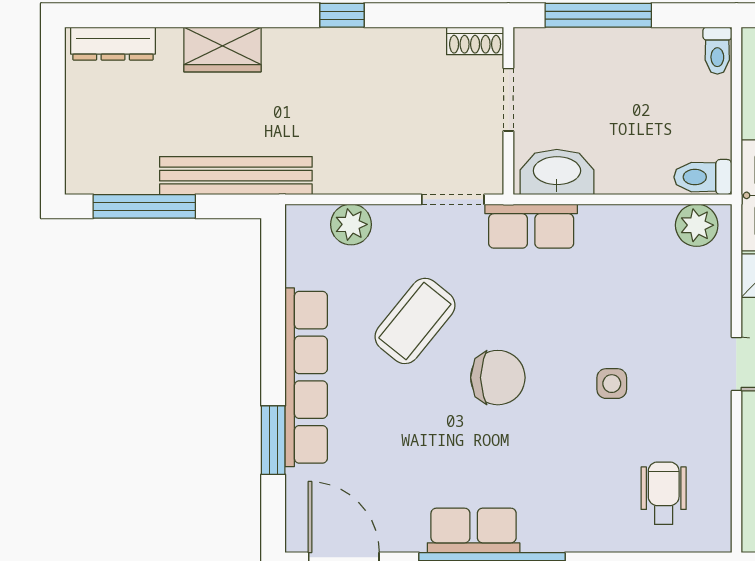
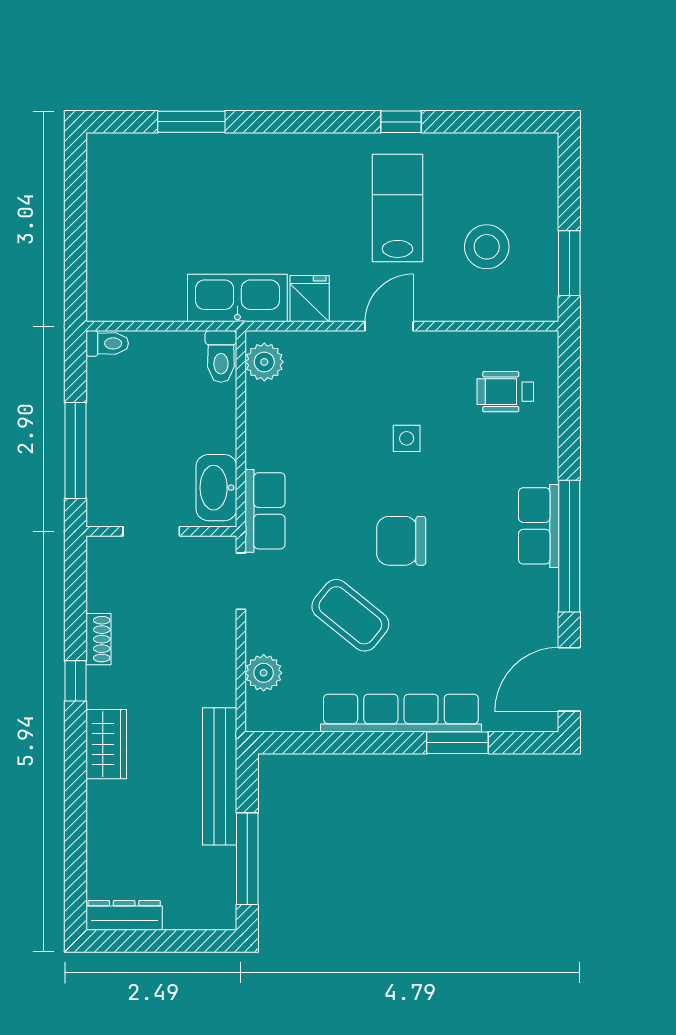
shoe rack: (475, 41) -> (98, 639), moved
dresser: (113, 44) -> (124, 915), moved, turned -90
wardrobe: (222, 49) -> (106, 744), moved
chair: (498, 378) -> (401, 541), turned -90
row of seats: (474, 530) -> (539, 526), moved

